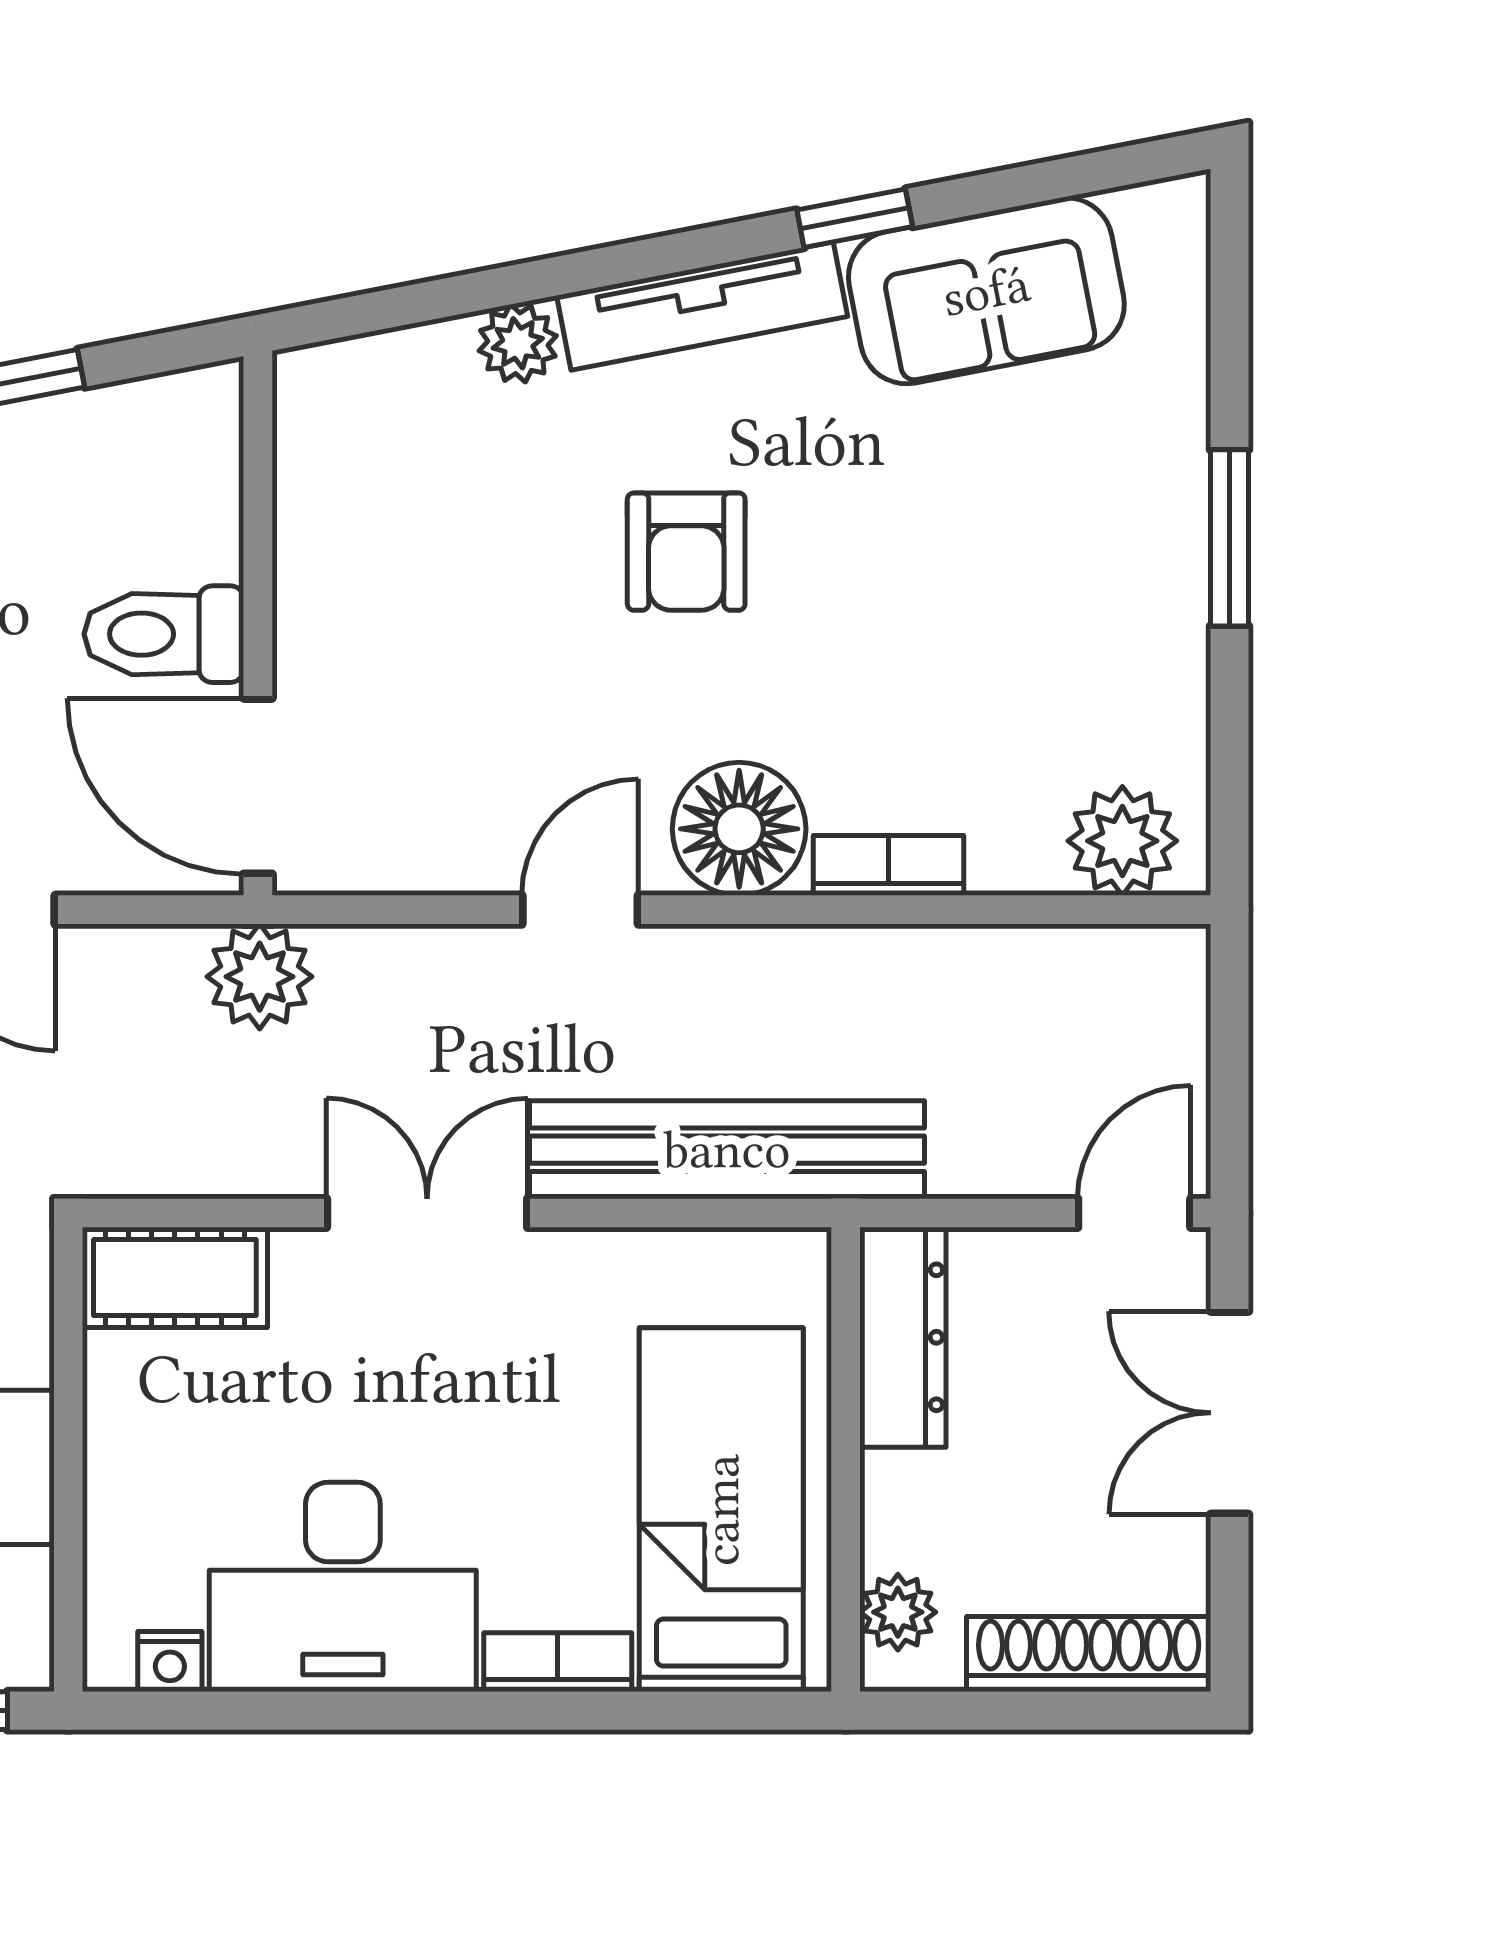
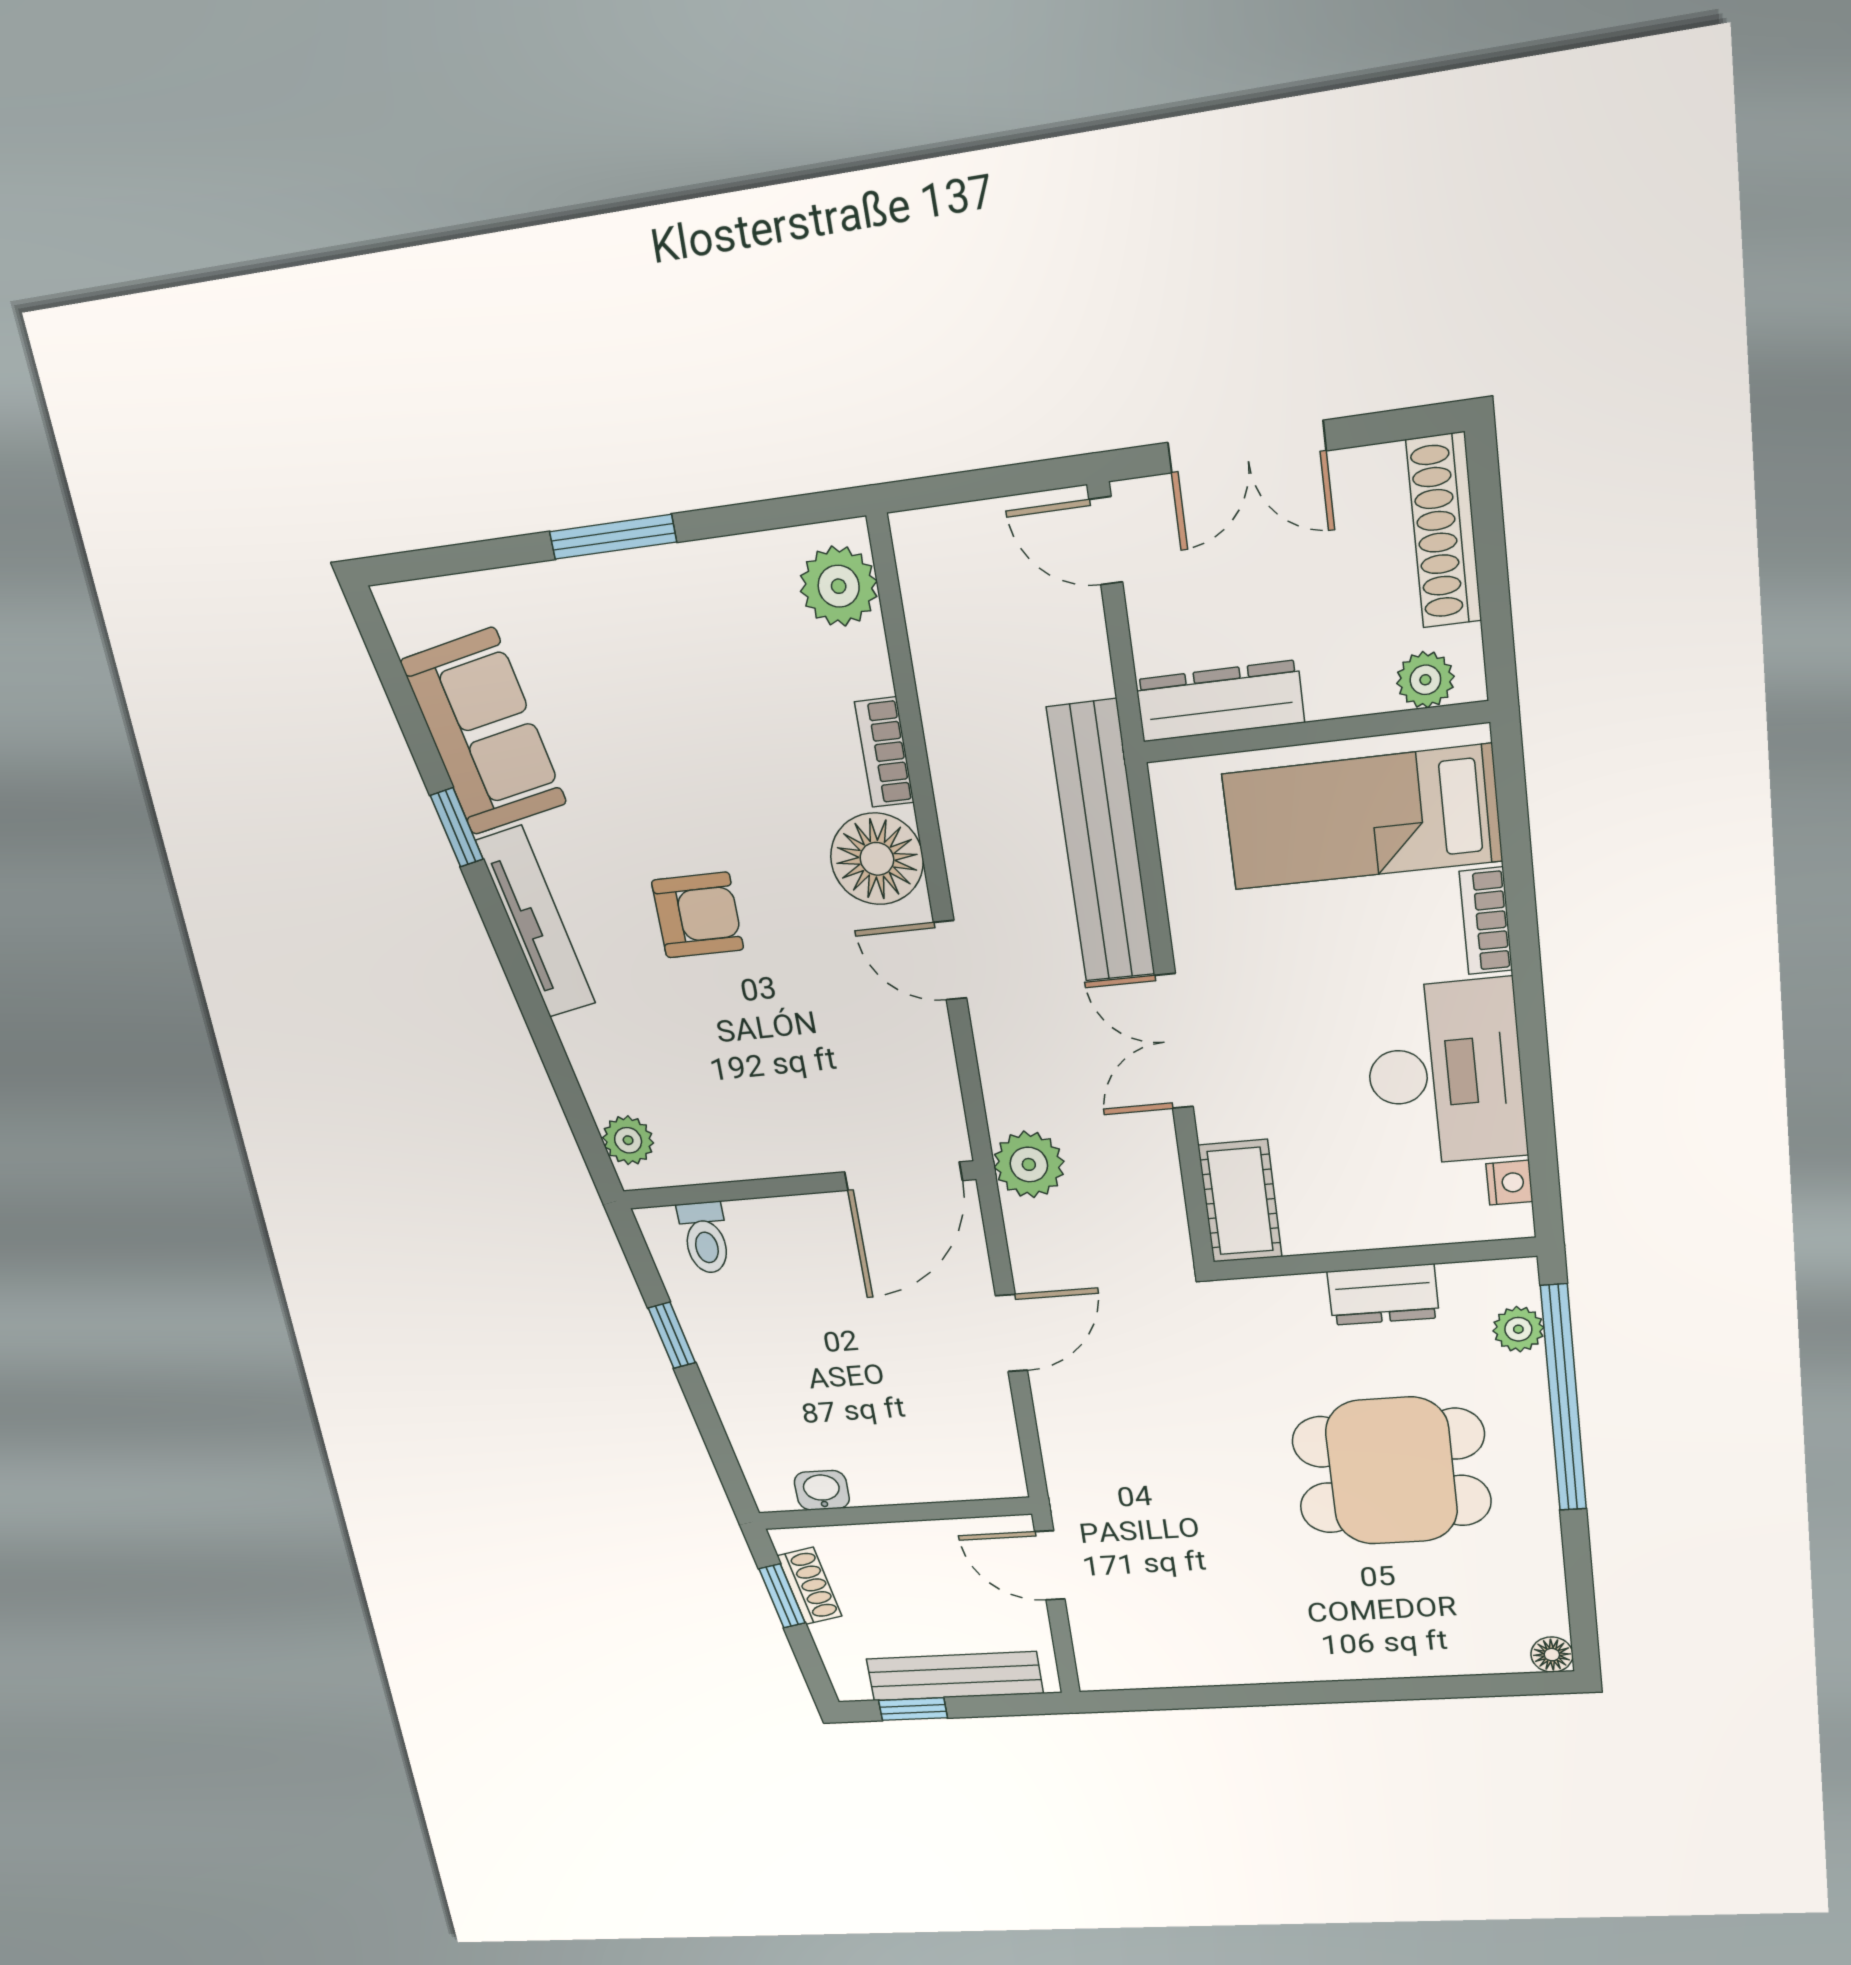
plant: (518, 343) -> (628, 1140), moved
toilet: (164, 634) -> (705, 1238), moved, width x0.73, depth x0.72

